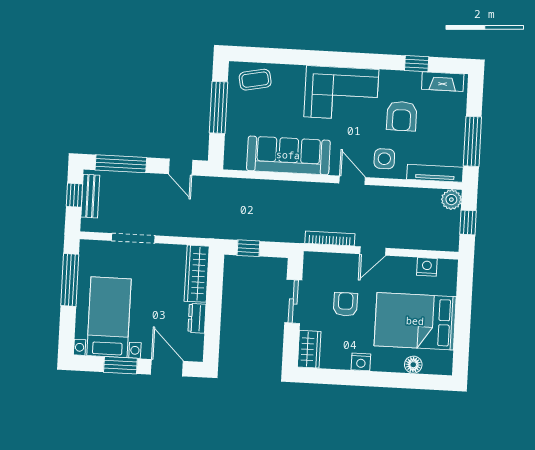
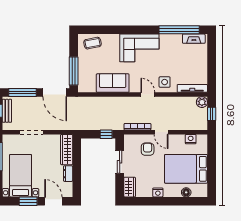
window: (417, 64) -> (179, 30), width x3.17
window: (219, 107) -> (74, 71), moved
armchair: (402, 116) -> (173, 58), removed
window: (472, 141) -> (212, 70), removed
sofa: (288, 155) -> (113, 83), width x0.73
door: (181, 167) -> (55, 92), width x1.88
window: (248, 248) -> (106, 134), moved
door: (373, 251) -> (161, 132), hinge flipped
armchair: (345, 304) -> (148, 149), moved

